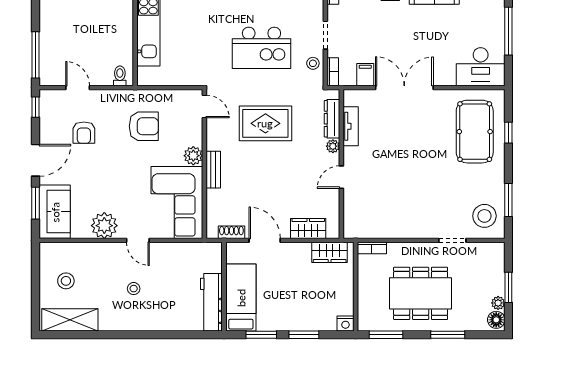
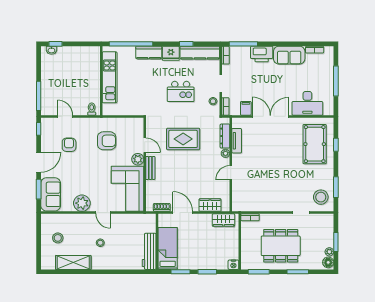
kitchen island: (261, 48) -> (181, 91), width x0.73, depth x0.78
desk: (481, 67) -> (307, 103), moved
door: (204, 107) -> (145, 145), moved
armchair: (84, 133) -> (69, 145), turned 180
shelving: (70, 320) -> (73, 262), moved

